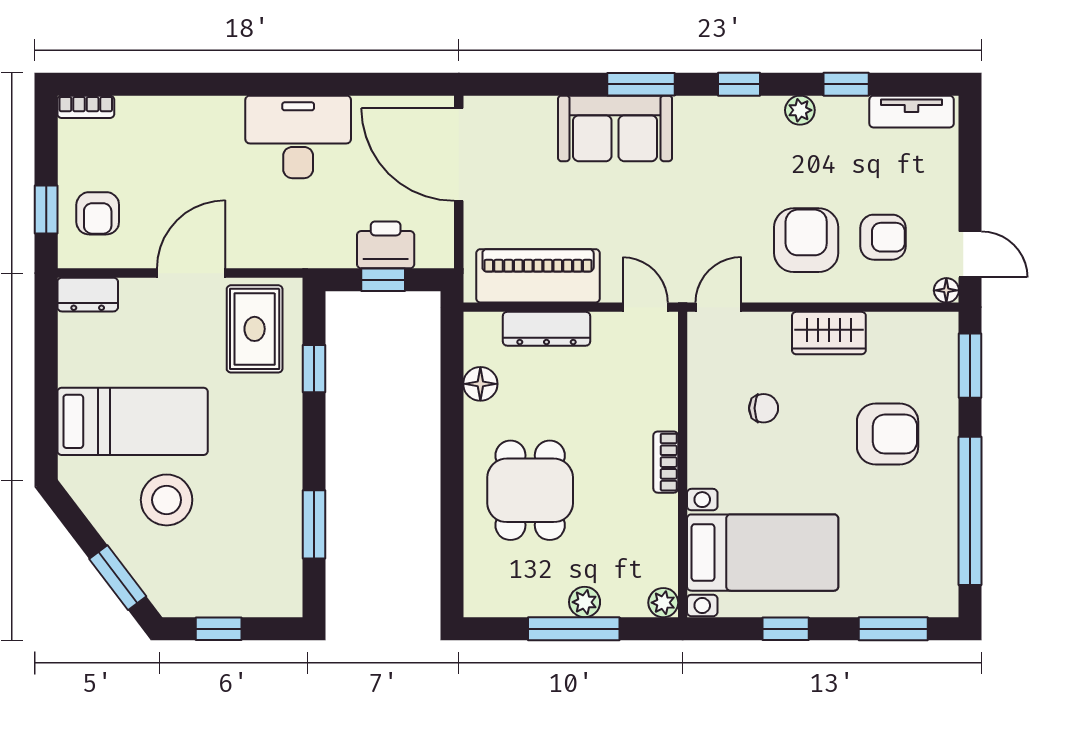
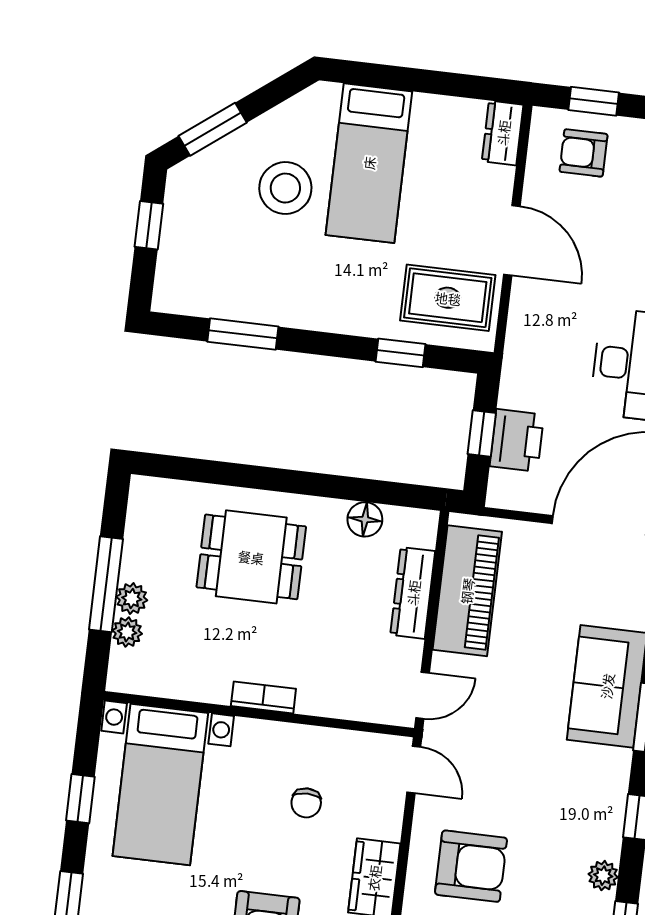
plant: (663, 603) -> (127, 632), moved

